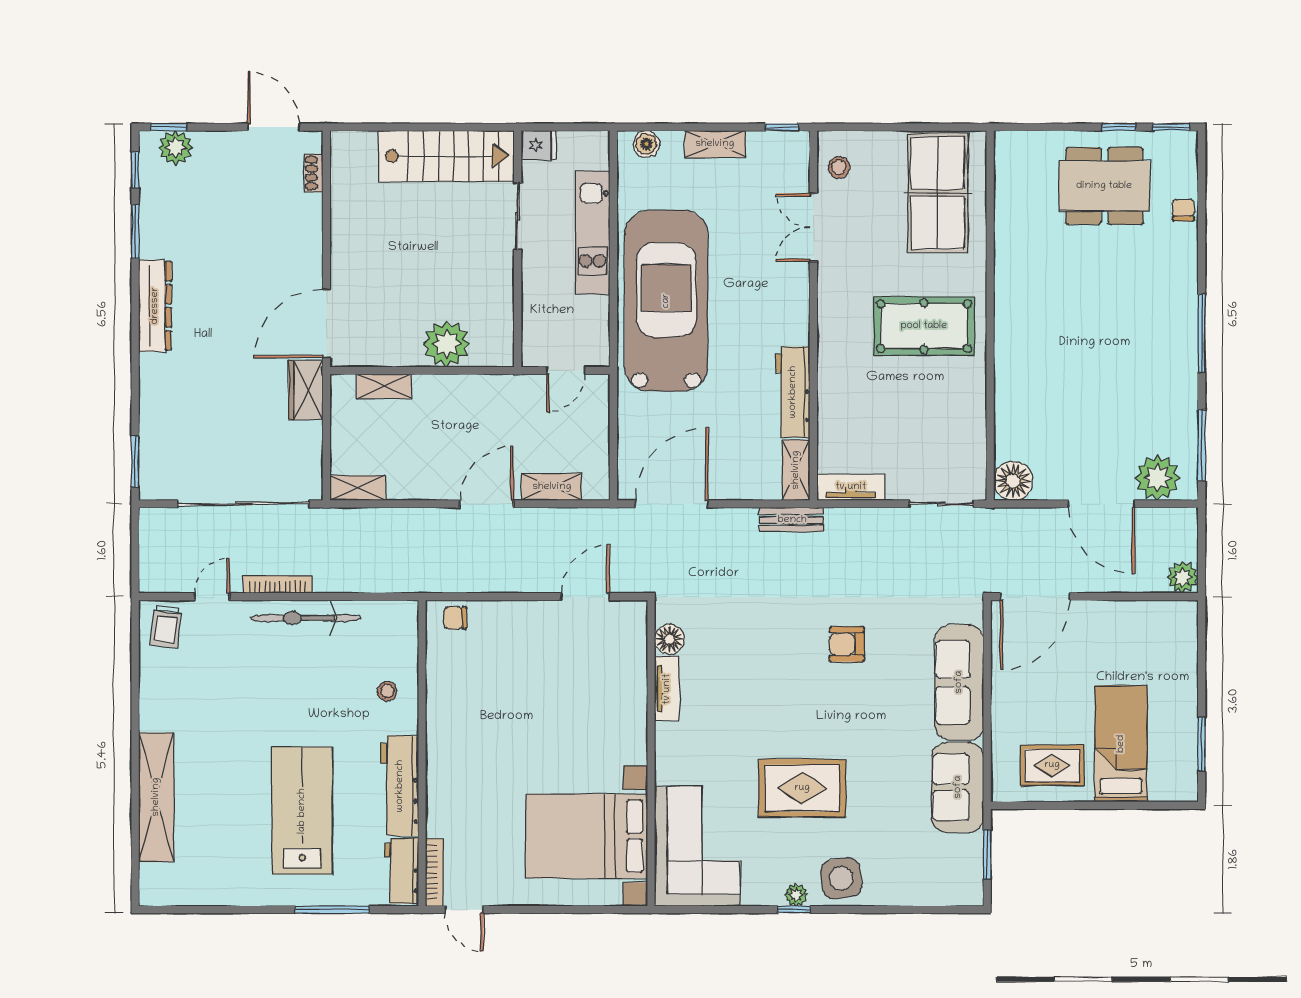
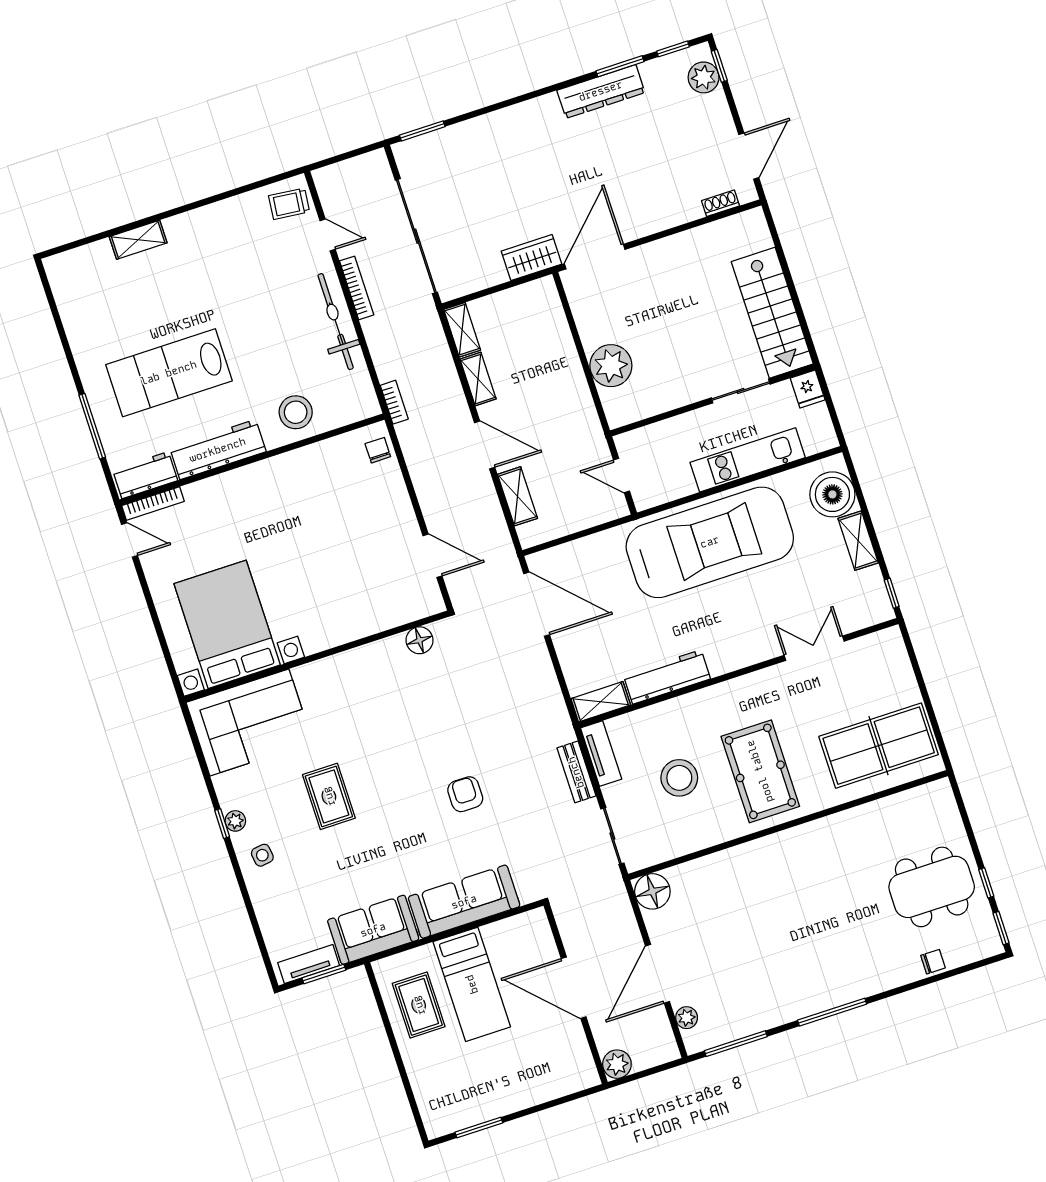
boiler: (646, 144) -> (832, 494), width x1.86, depth x1.86
stool: (839, 167) -> (679, 778), moved, width x1.89, depth x1.89
dining table: (1104, 186) -> (932, 887), turned 90
dresser: (155, 306) -> (601, 91), moved
door: (326, 323) -> (595, 257), hinge flipped
shelving: (384, 386) -> (478, 379), moved
plant: (1158, 478) -> (687, 1018), width x0.53, depth x0.53
bench: (792, 520) -> (576, 772), moved
bookcase: (411, 584) -> (394, 402), added
door: (1035, 597) -> (574, 988), moved
tv unit: (667, 689) -> (309, 964), moved, turned 180
stool: (387, 691) -> (296, 412), width x1.89, depth x1.89
bed: (1121, 744) -> (472, 984), moved, turned 90
rug: (802, 788) -> (329, 796), width x0.73, depth x0.70
shelving: (156, 797) -> (138, 240), width x0.45, depth x0.75
lab bench: (302, 811) -> (169, 373), turned 180
side table: (841, 878) -> (262, 855), width x0.54, depth x0.54
door: (464, 910) -> (129, 540), swing flipped

